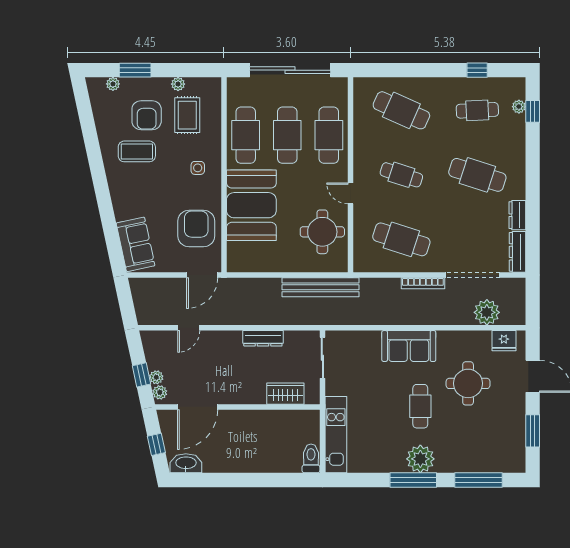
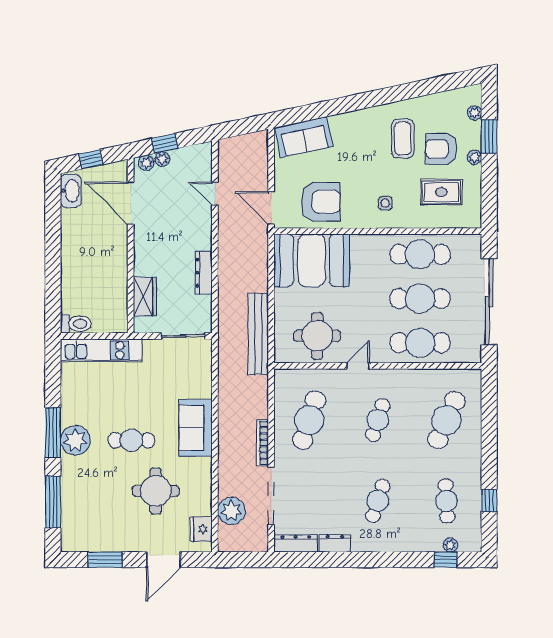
plant: (178, 84) -> (474, 157), moved
cafe table: (477, 175) -> (378, 501), width x0.73, depth x0.74
booth: (251, 205) -> (312, 260), moved

